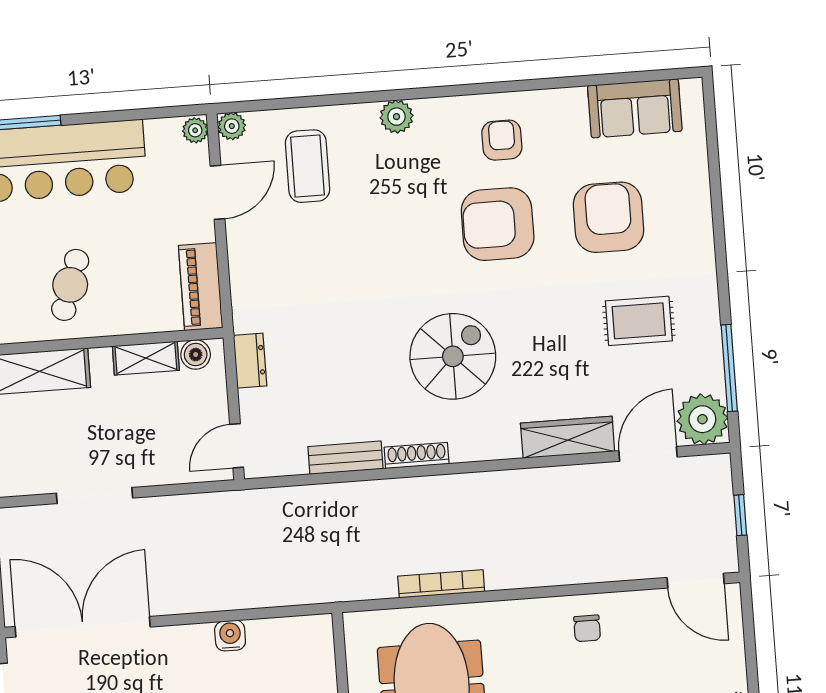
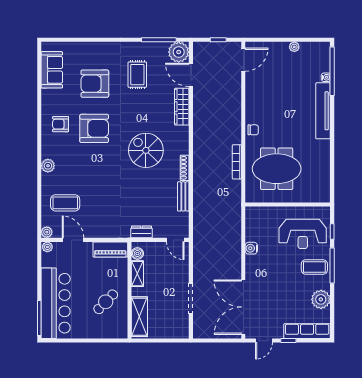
armchair: (498, 224) -> (94, 128), turned -90
cafe table: (70, 285) -> (106, 302), turned -65
chair: (587, 628) -> (253, 130), moved

